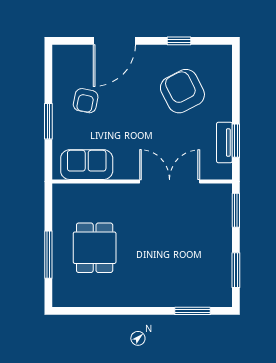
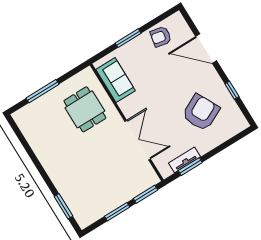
armchair: (86, 101) -> (161, 37), moved
dining table: (95, 248) -> (85, 109), moved, turned 90
window: (236, 270) -> (117, 212), moved

